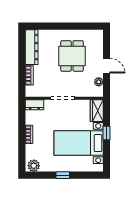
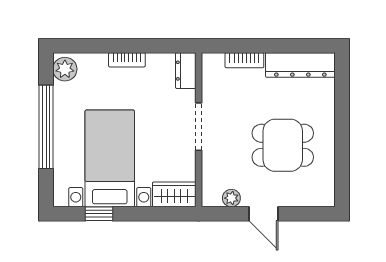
door: (107, 66) -> (264, 214), hinge flipped
window: (107, 133) -> (99, 214), moved
window: (63, 175) -> (46, 127), width x3.17

